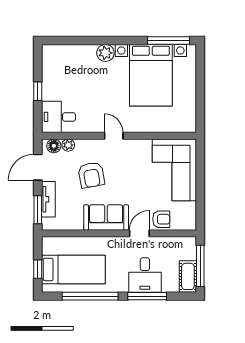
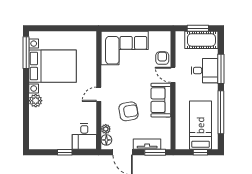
window: (200, 266) -> (198, 28), width x0.69
cot: (188, 276) -> (201, 40), width x1.37, depth x1.34

